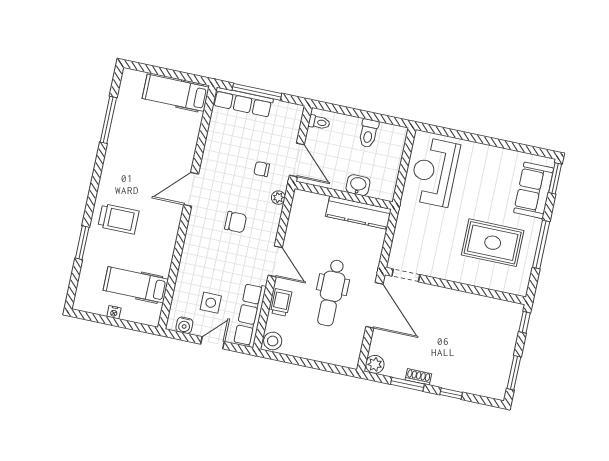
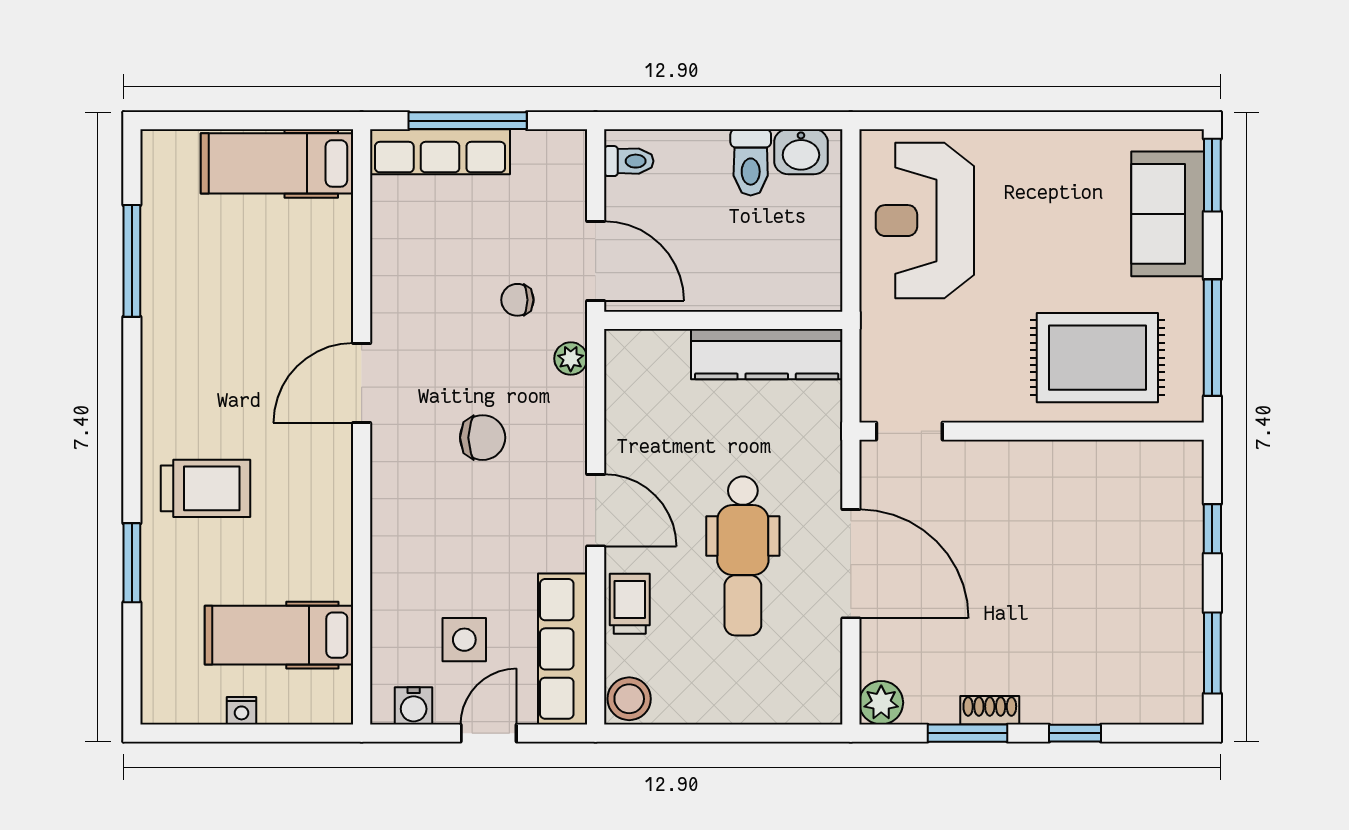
washbasin: (358, 185) -> (801, 152), moved, turned 180
doorway: (406, 275) -> (909, 431), moved
wall: (455, 286) -> (1032, 431), moved

